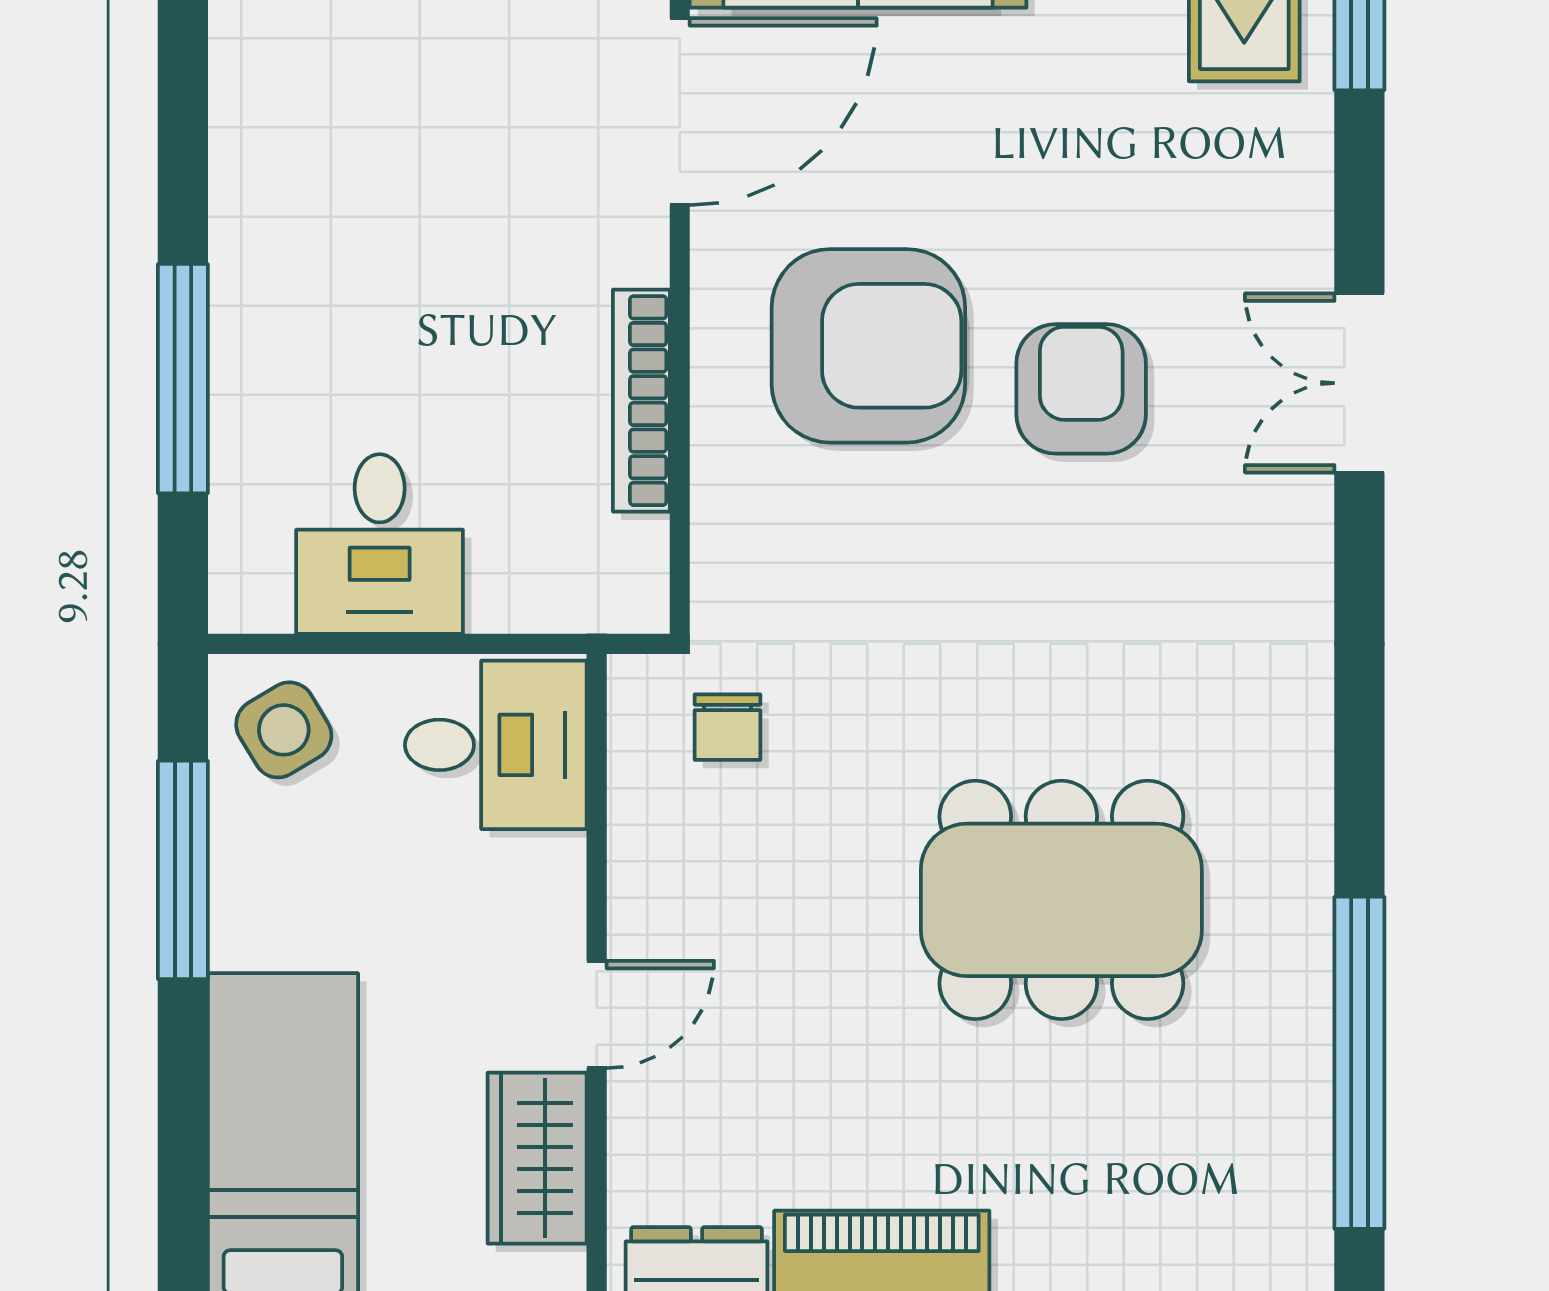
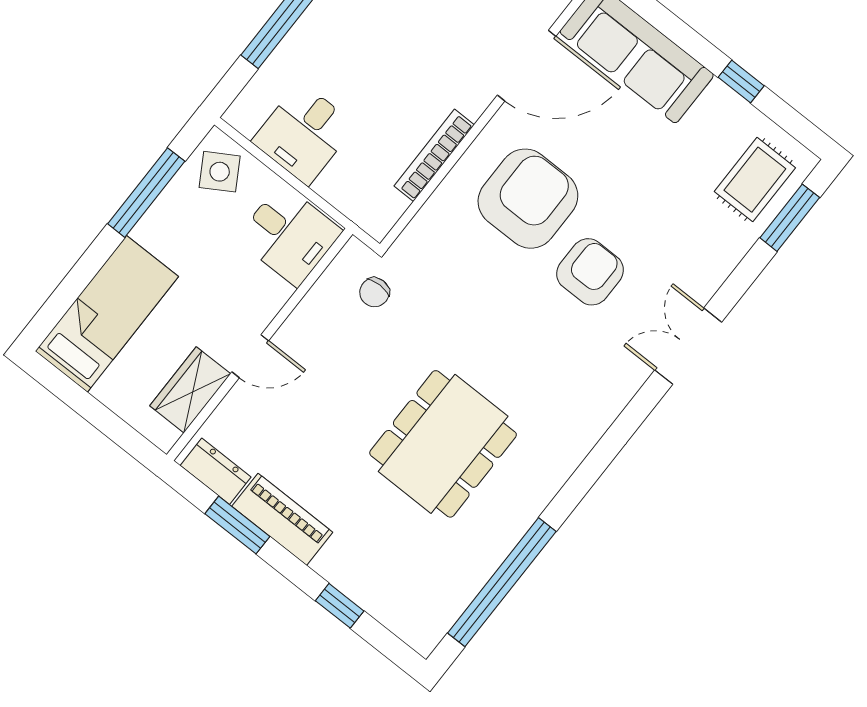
armchair: (868, 346) -> (528, 199), turned -90
dining table: (1061, 900) -> (443, 444), turned 90

